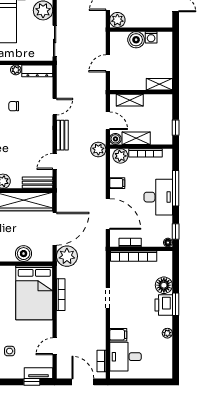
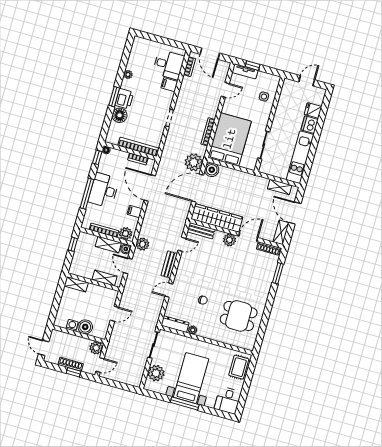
boiler: (24, 254) -> (212, 170), moved

